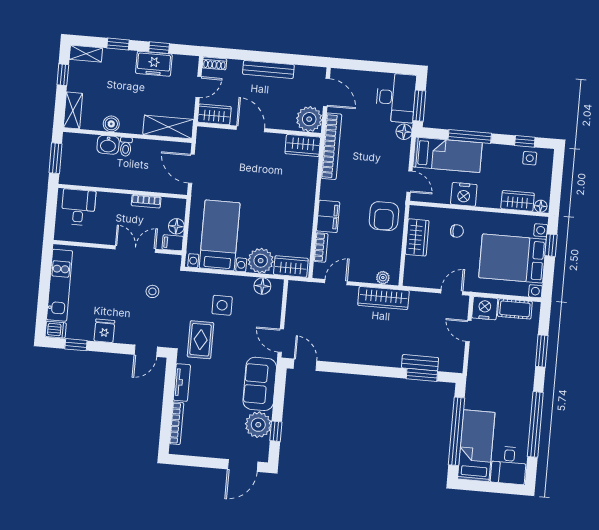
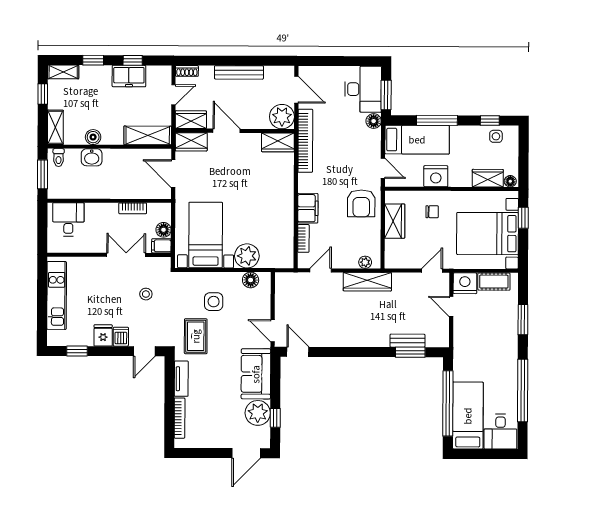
toilet: (126, 147) -> (59, 158), moved
wardrobe: (291, 266) -> (191, 142), moved, turned 180
dishwasher: (56, 330) -> (121, 337), moved, turned -90

